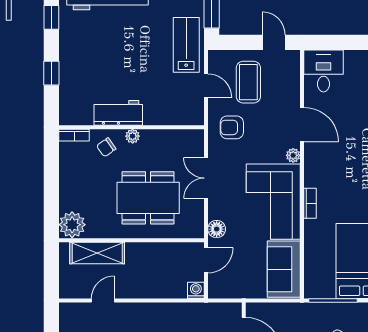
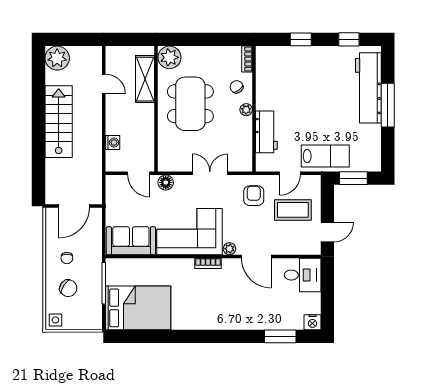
workbench: (118, 113) -> (266, 132), moved
door: (302, 125) -> (256, 256), hinge flipped
dining table: (148, 198) -> (190, 104), moved
bookcase: (310, 203) -> (208, 263), moved
washing machine: (196, 290) -> (113, 143), moved

